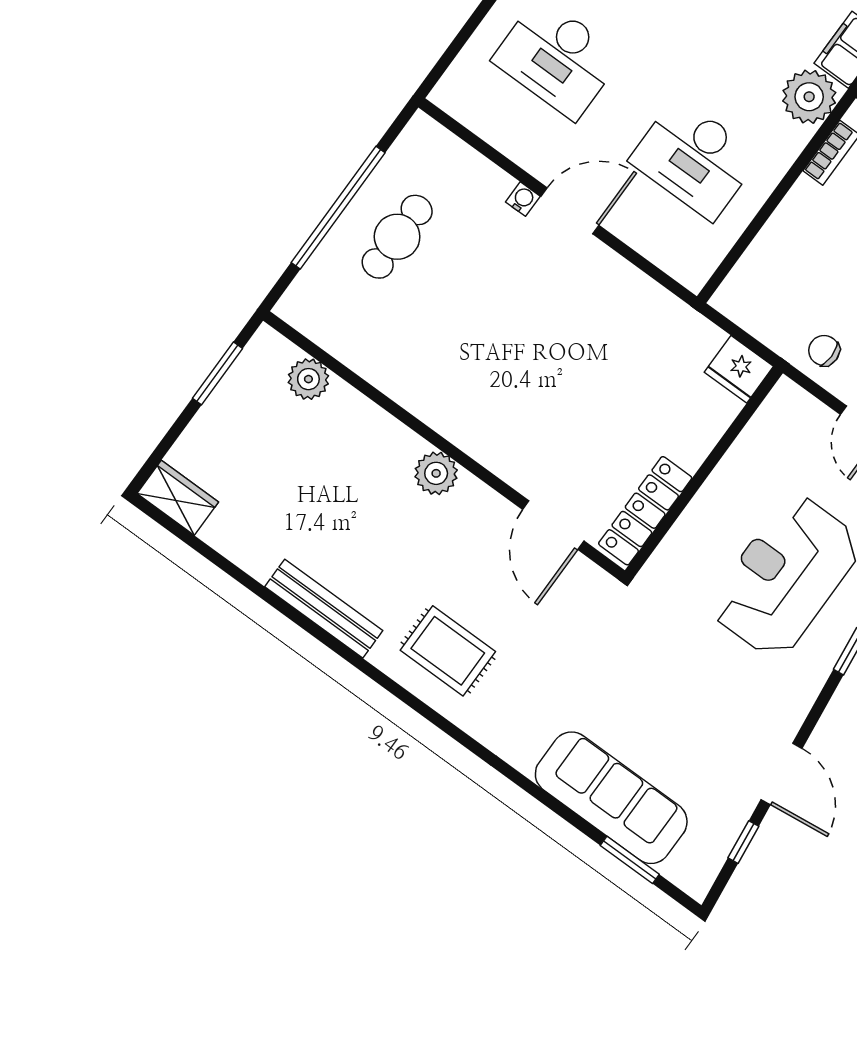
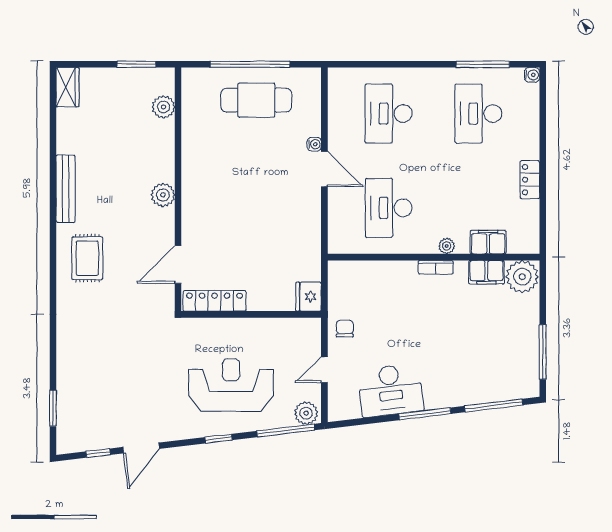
plant: (809, 97) -> (447, 246), width x0.53, depth x0.53
cafe table: (397, 237) -> (256, 100), width x1.37, depth x1.35
sofa: (611, 798) -> (75, 379), removed

